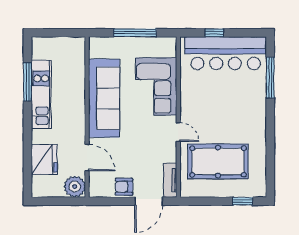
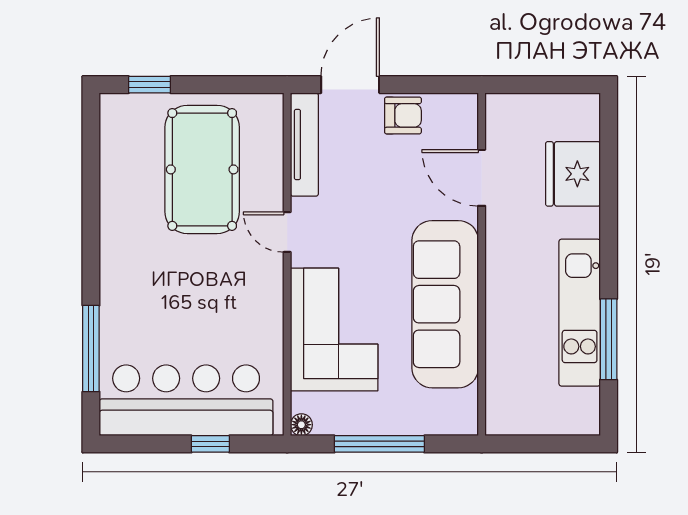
floor lamp: (172, 42) -> (301, 425), added
pool table: (218, 161) -> (202, 169), turned 90
tv unit: (170, 180) -> (304, 145), width x1.41
plant: (75, 187) -> (508, 116), removed

